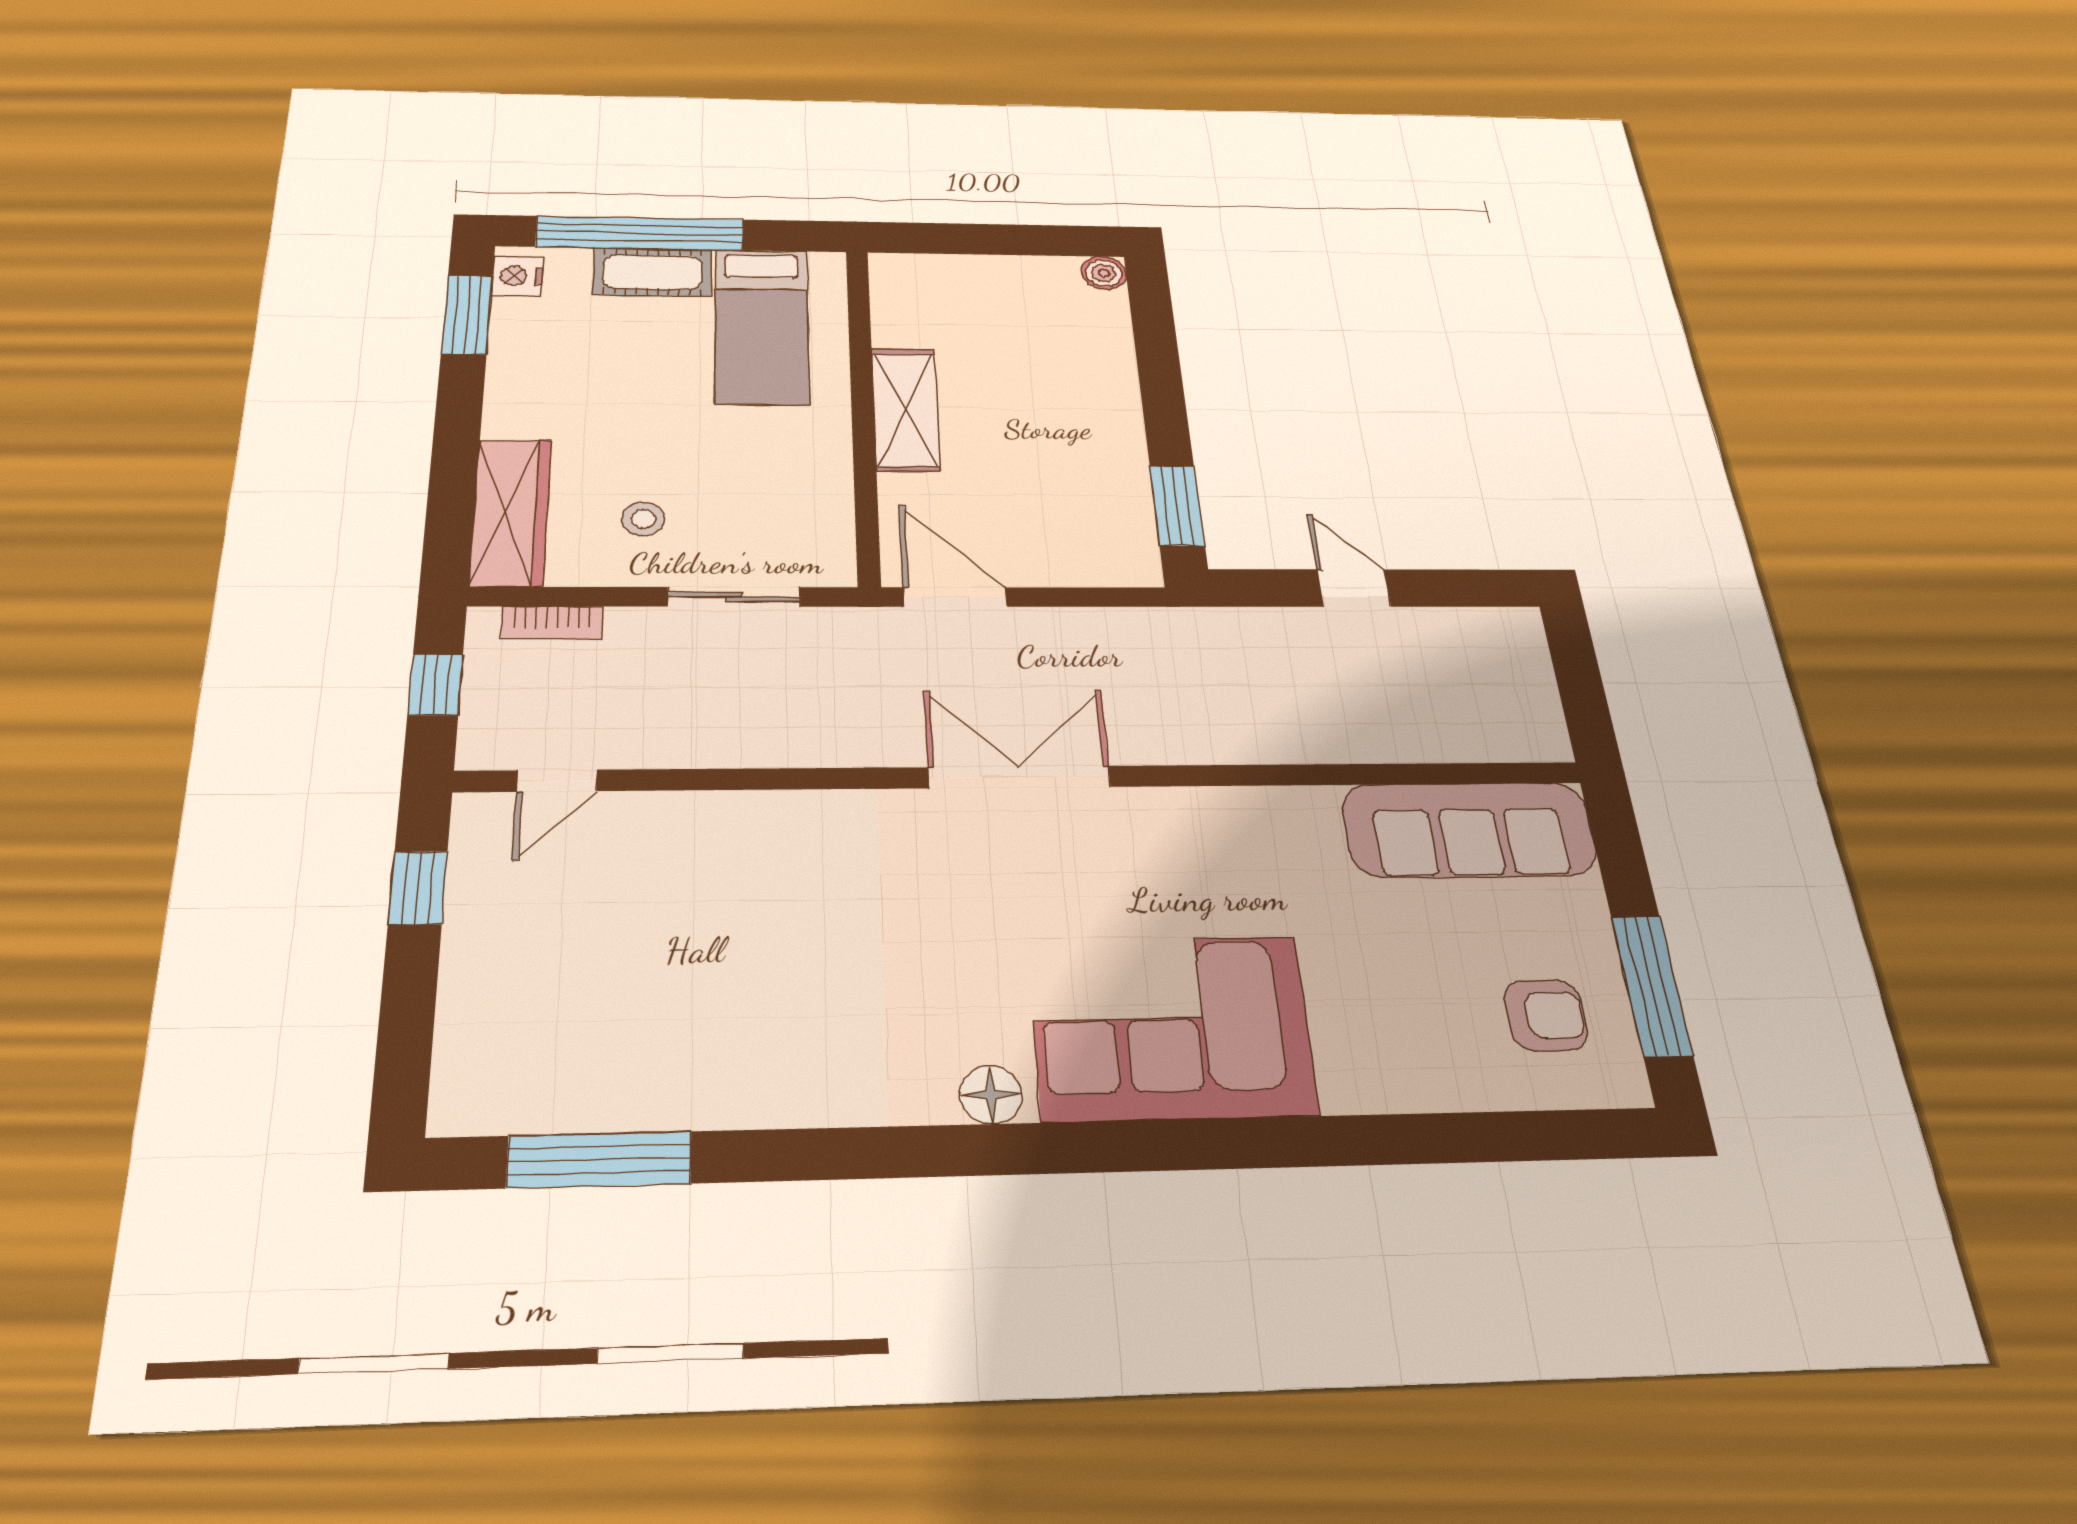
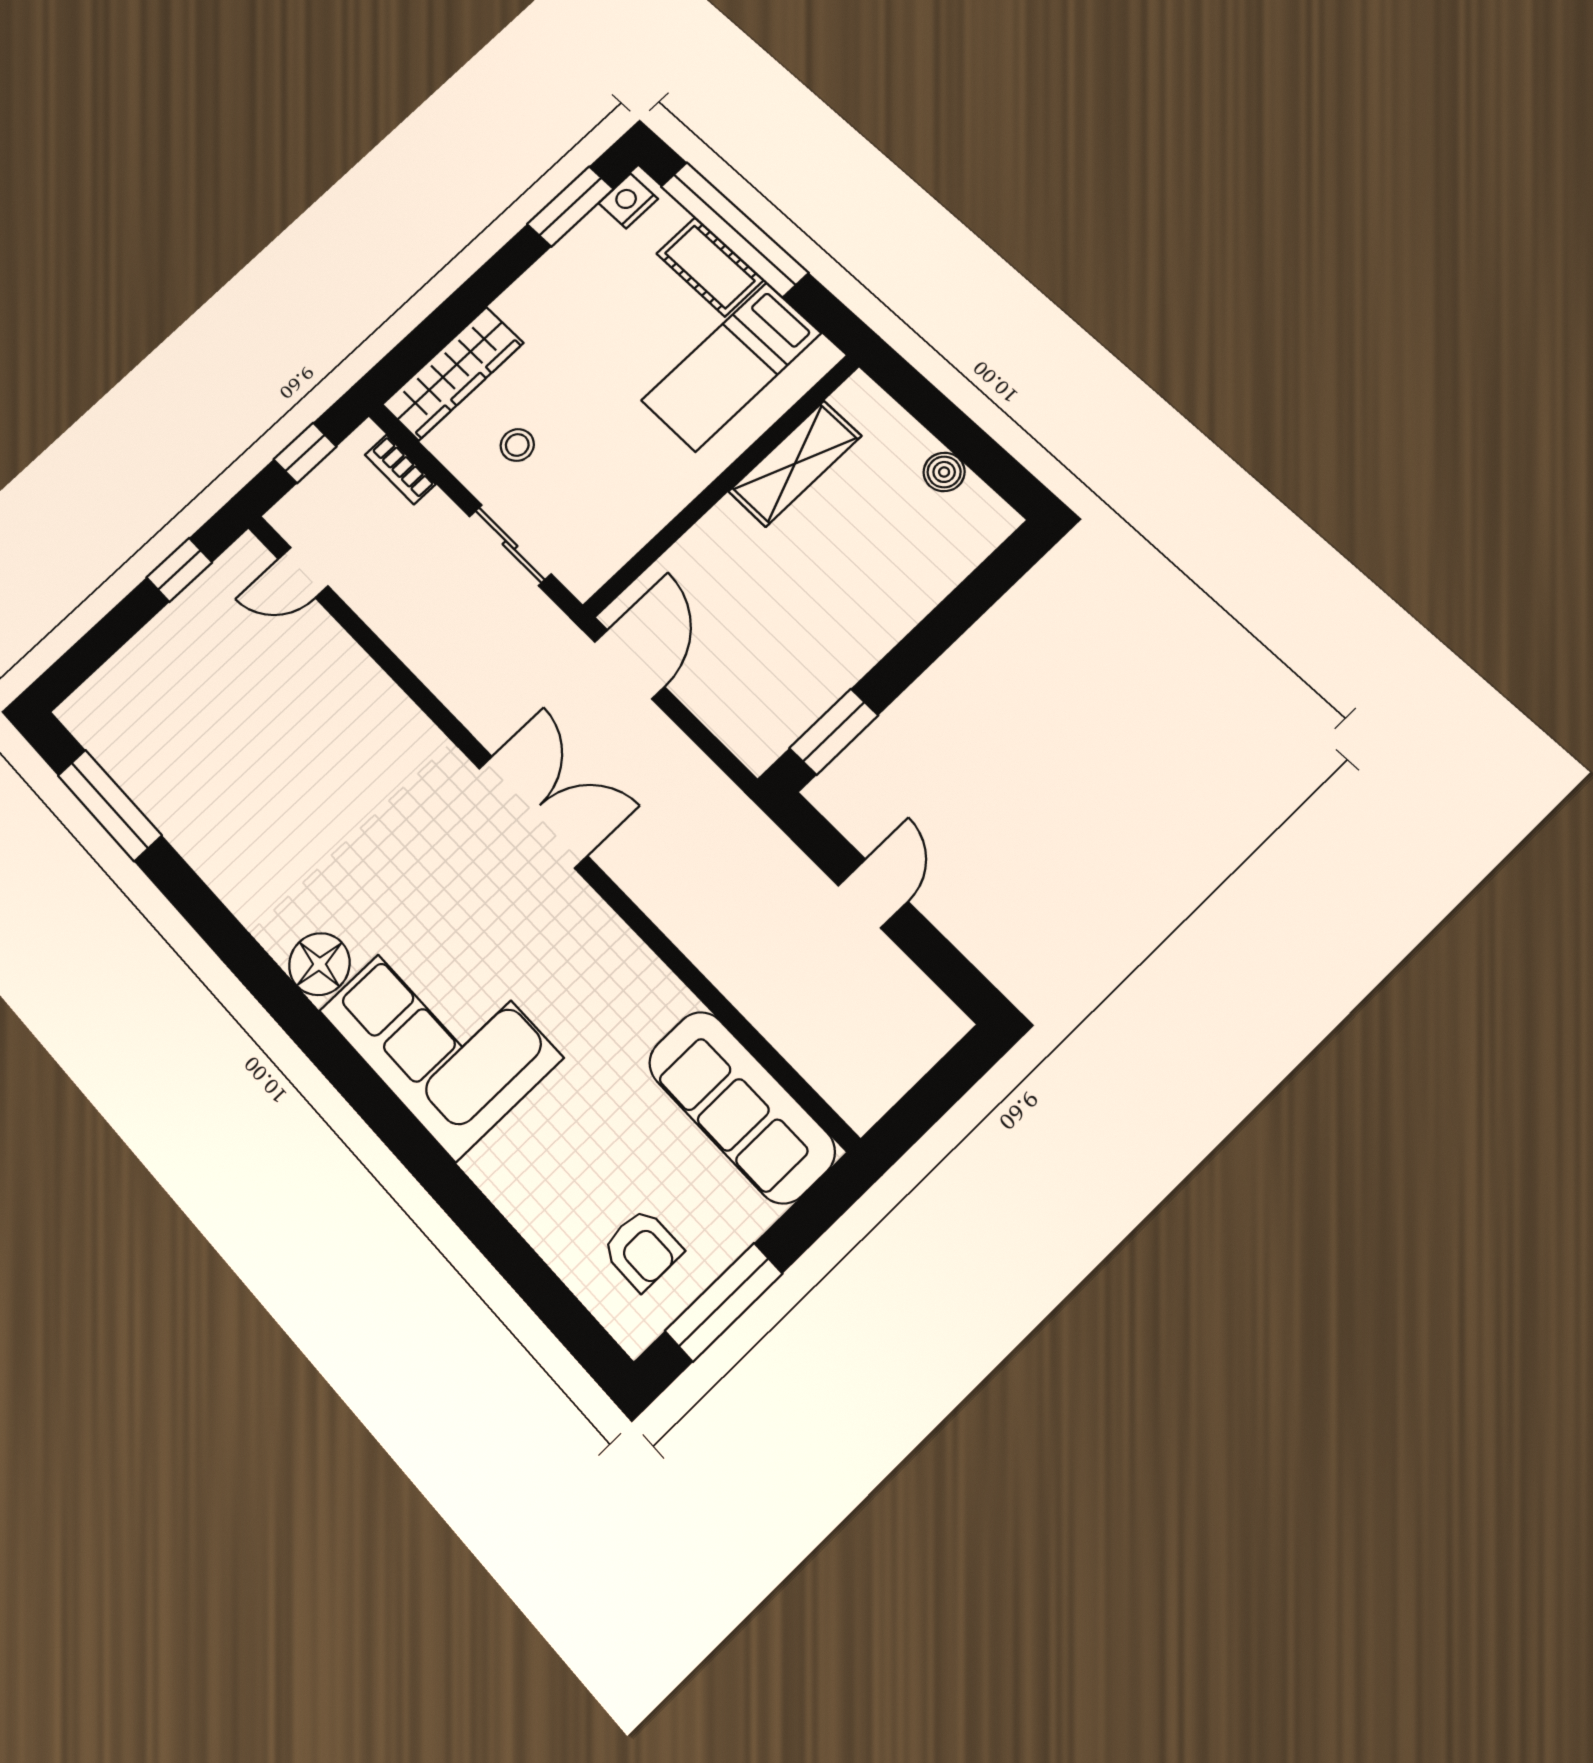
boiler: (1104, 273) -> (944, 472), moved
shelving: (905, 410) -> (795, 464), moved
floor lamp: (991, 1095) -> (319, 964), width x1.38, depth x1.38

